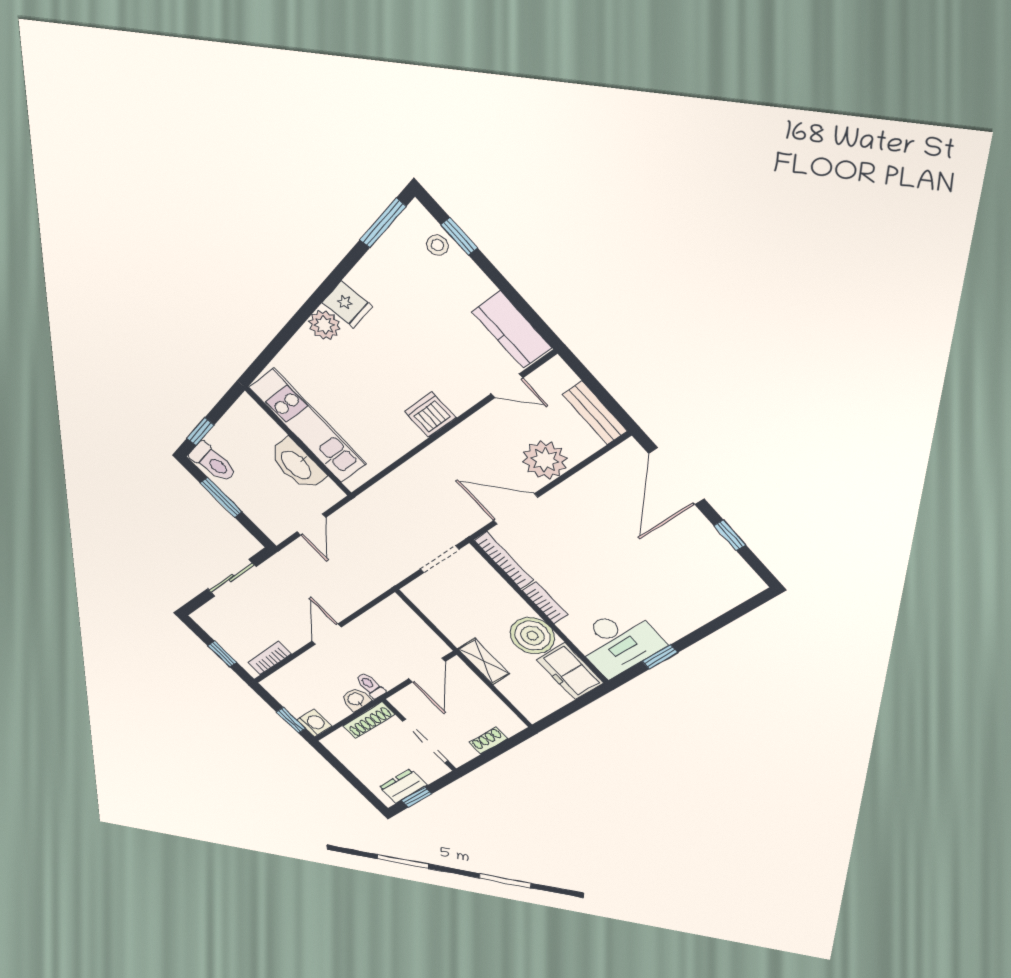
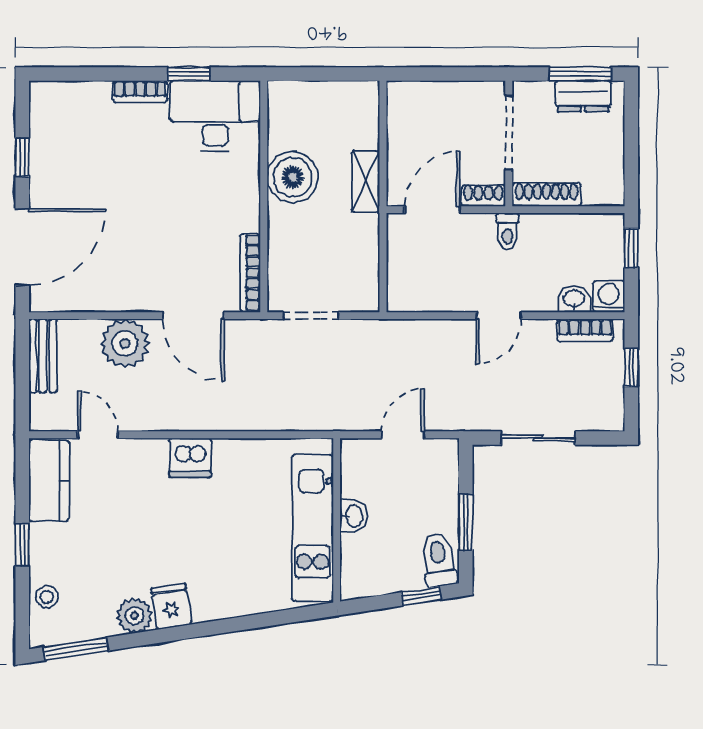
window: (459, 236) -> (22, 545), moved
plant: (324, 325) -> (134, 616), moved
washbasin: (297, 464) -> (353, 516), width x0.52, depth x0.69
bookcase: (545, 603) -> (140, 91), moved, turned -90
freezer: (570, 671) -> (289, 115), removed
washbasin: (356, 699) -> (574, 299), moved, turned 180
washing machine: (314, 723) -> (609, 296), moved, turned 90
shoe rack: (488, 741) -> (483, 196), moved, turned 180
window: (417, 797) -> (580, 74), width x1.50

